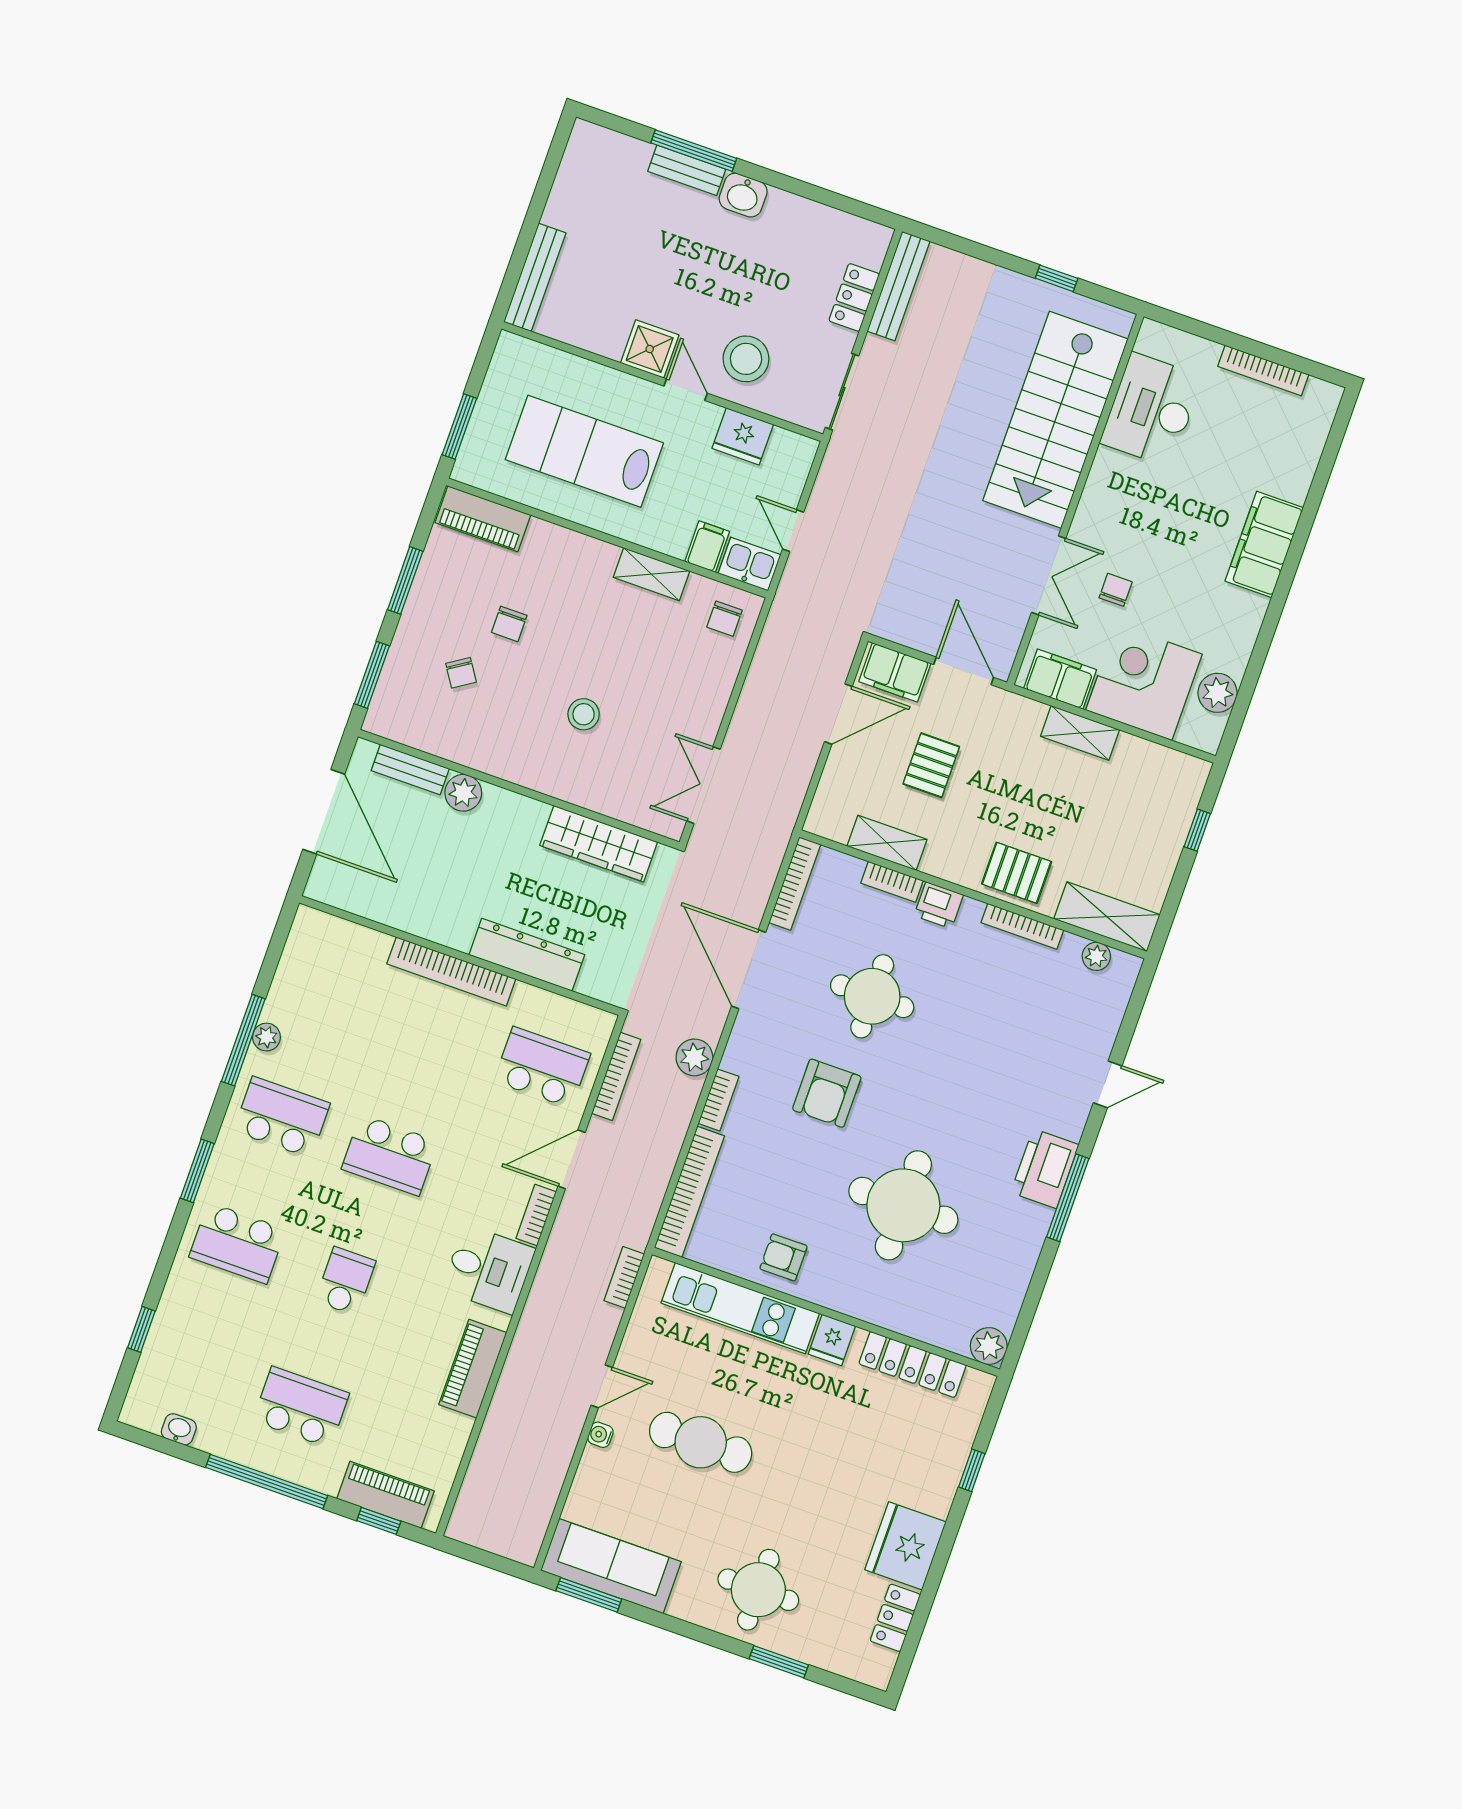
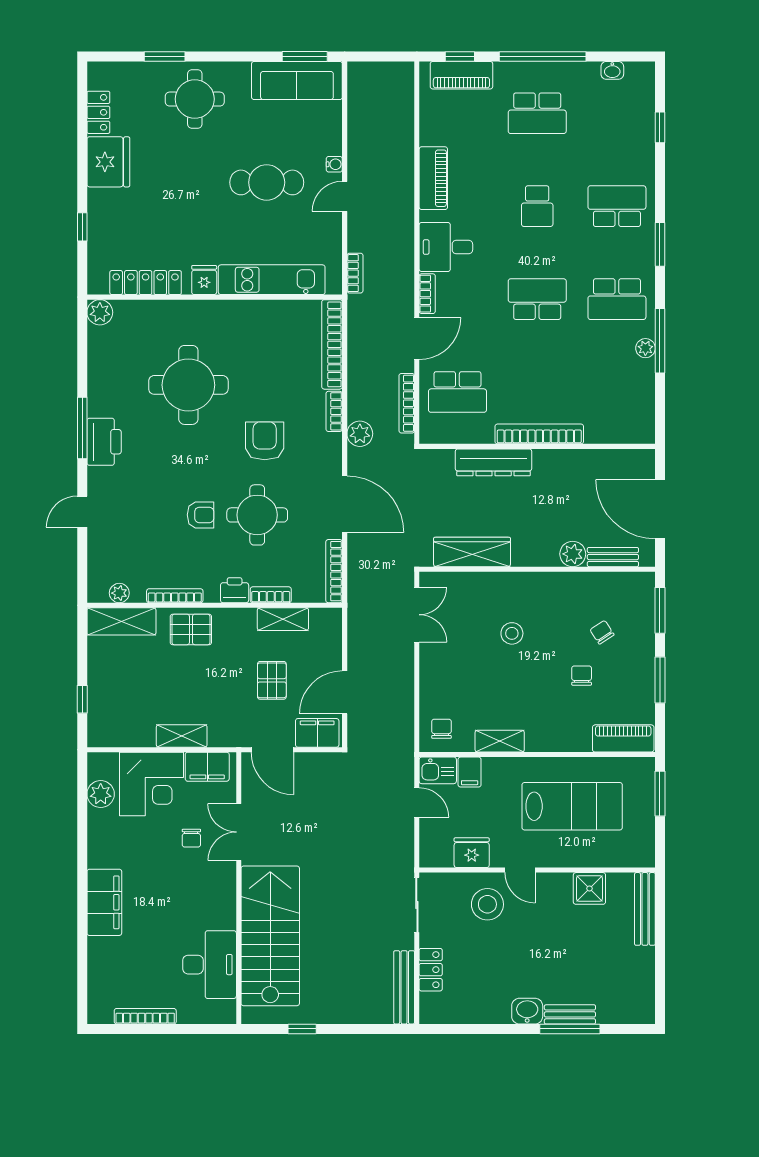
shower: (650, 349) -> (589, 888), moved
armchair: (784, 1257) -> (201, 515), moved

